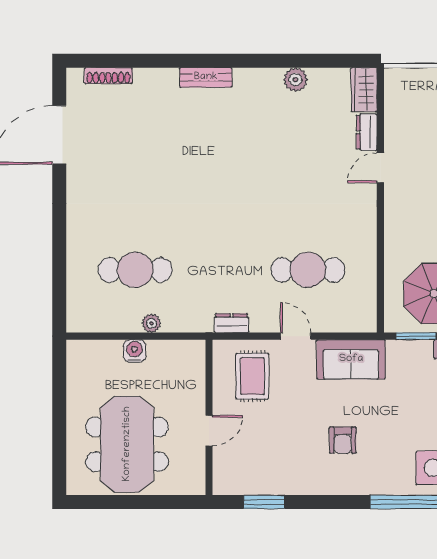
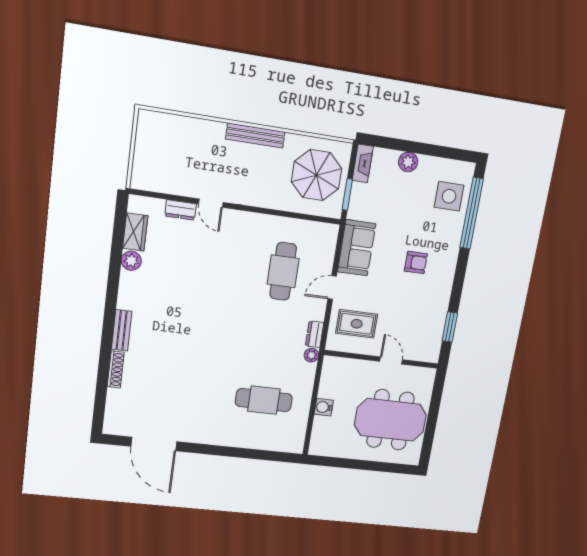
shoe rack: (108, 76) -> (116, 369), moved
wardrobe: (364, 90) -> (135, 232), moved, turned -90
cafe table: (135, 270) -> (264, 400), turned 90
plant: (151, 323) -> (311, 355), moved

